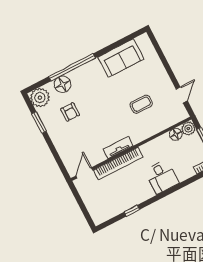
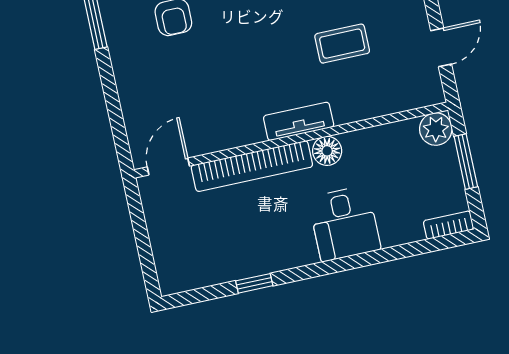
floor lamp: (176, 134) -> (327, 151), moved
tv unit: (118, 148) -> (299, 121), moved

